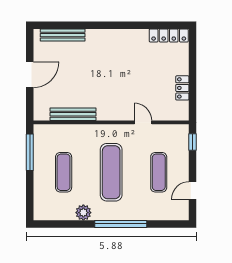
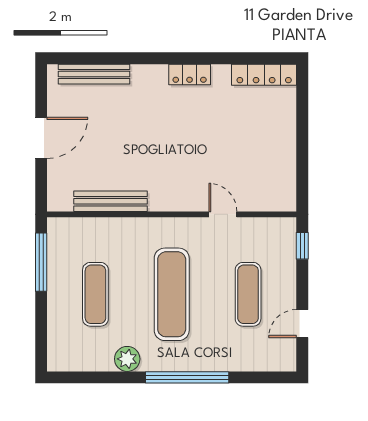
locker: (182, 88) -> (190, 75), moved, turned -90

